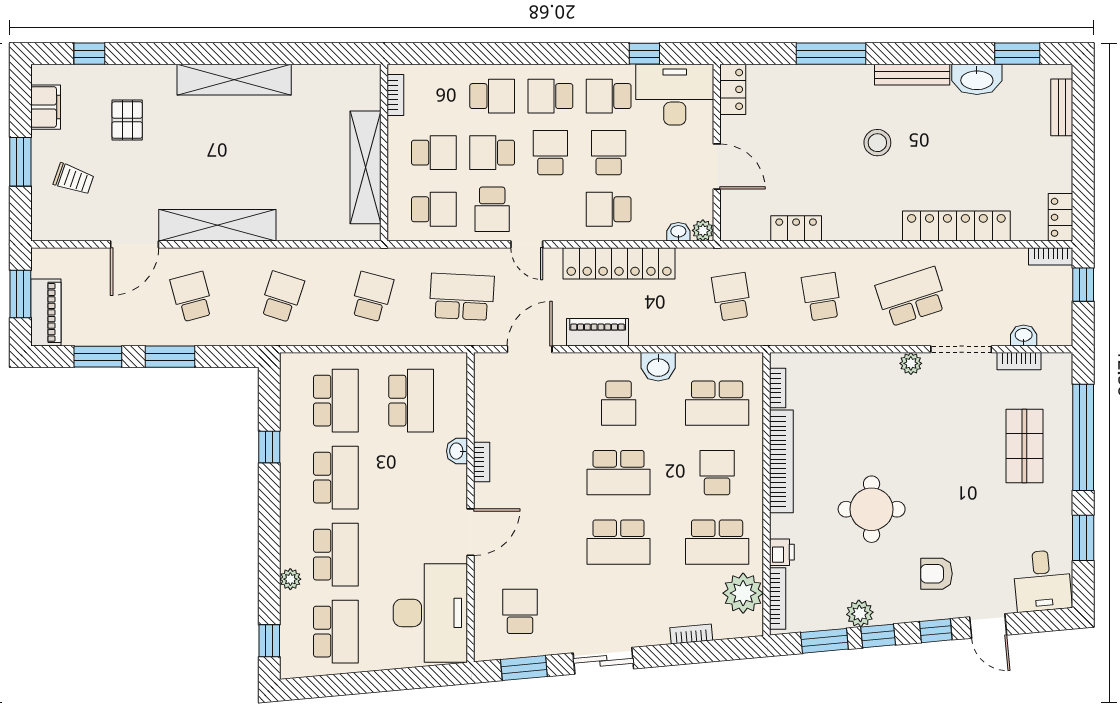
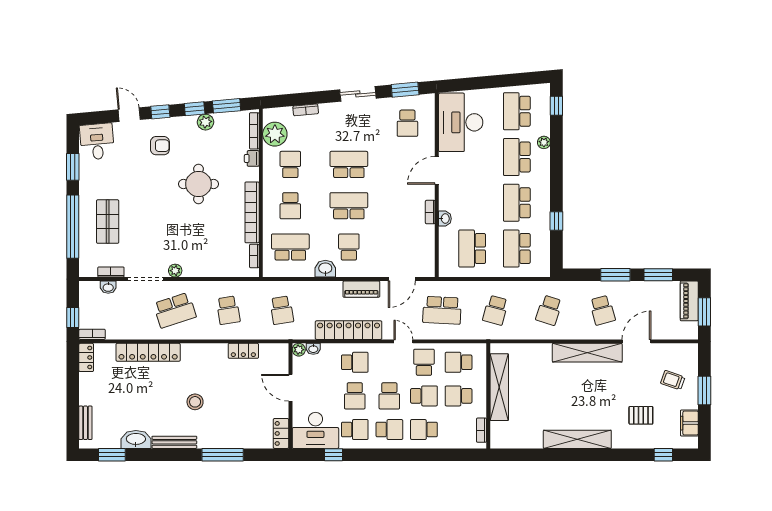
pallet: (127, 120) -> (641, 415), turned 90
school desk: (717, 542) -> (290, 164), width x0.54

